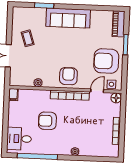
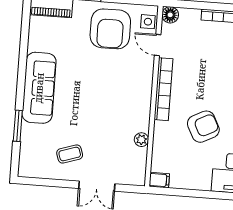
armchair: (68, 76) -> (133, 90), removed
armchair: (47, 121) -> (203, 127), turned -117

